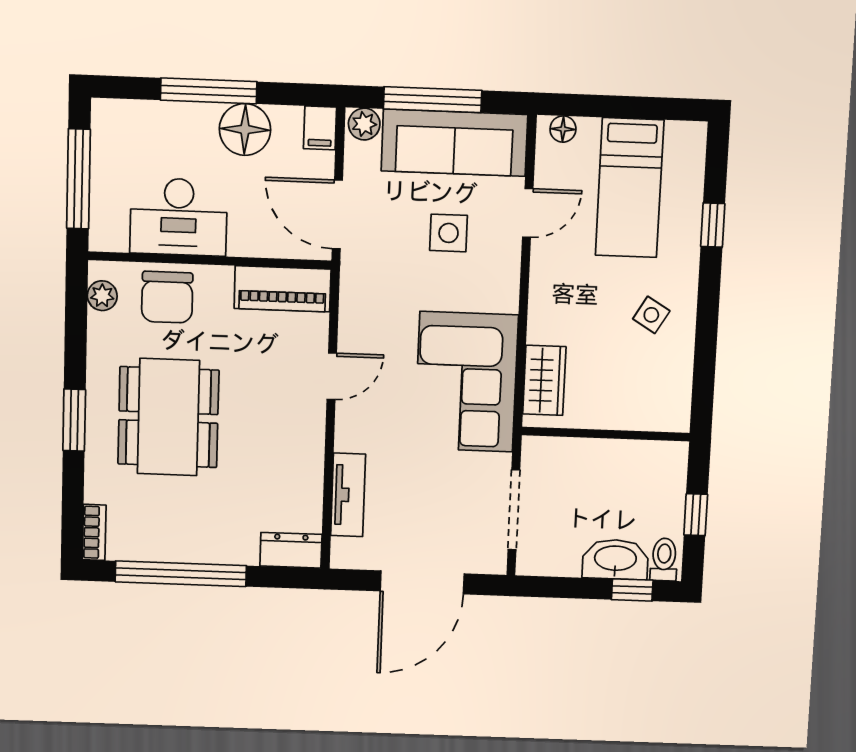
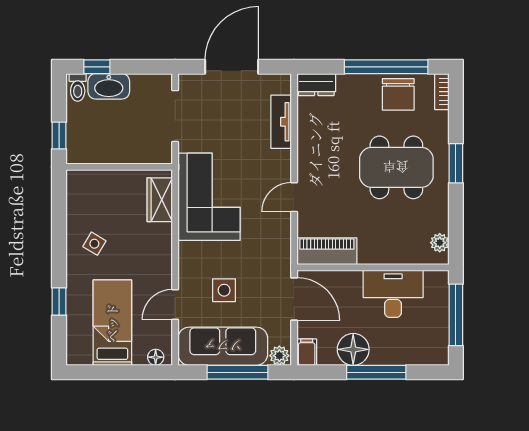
chair: (167, 297) -> (398, 94), moved, turned 180
dining table: (168, 417) -> (396, 167), turned 90
window: (696, 515) -> (59, 136), moved

